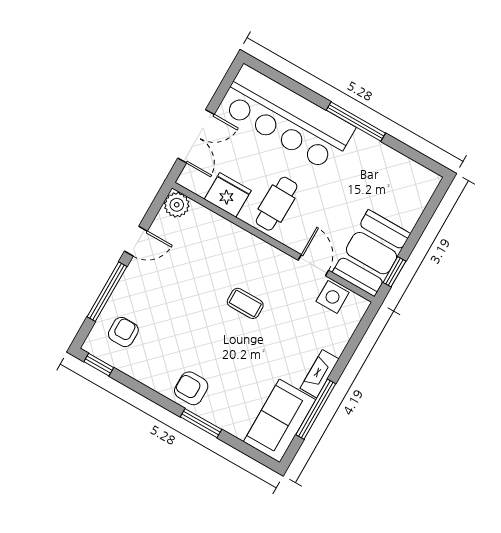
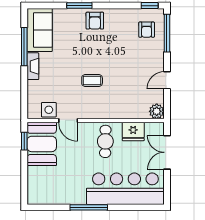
window: (107, 292) -> (167, 33), moved
armchair: (191, 388) -> (95, 21), turned 90

